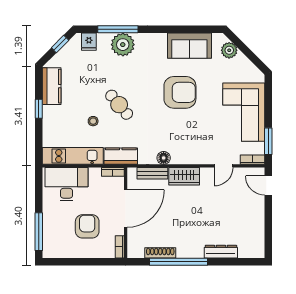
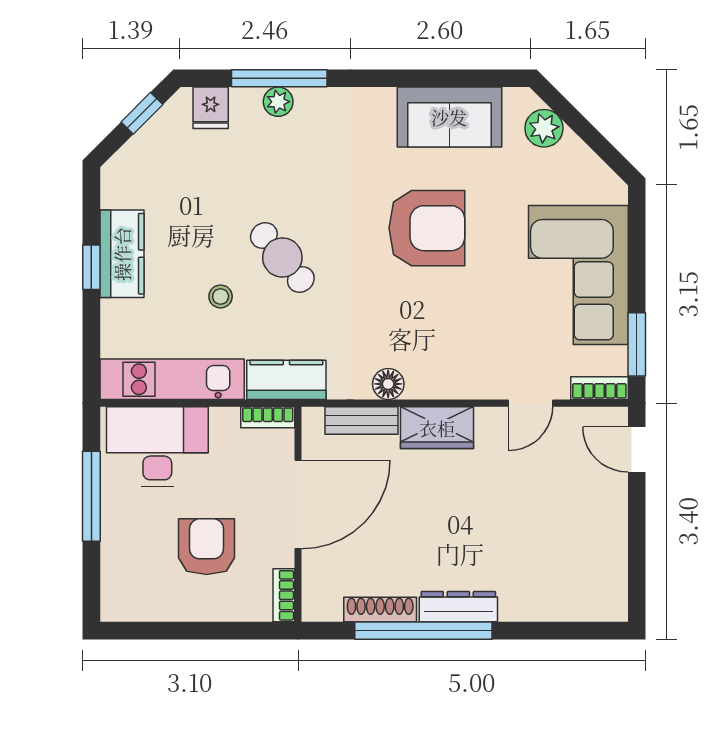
plant: (123, 45) -> (278, 102), width x0.53, depth x0.53
kitchen counter: (52, 86) -> (122, 254), moved
window: (39, 232) -> (91, 496), moved
dresser: (221, 252) -> (458, 607), moved

